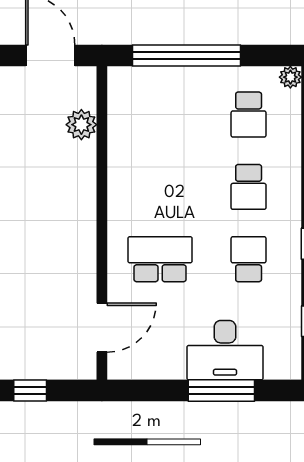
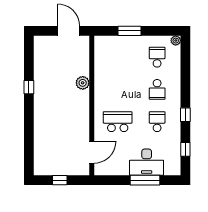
window: (187, 56) -> (129, 31), width x0.47
school desk: (249, 114) -> (157, 57), turned 180
plant: (81, 125) -> (83, 83), moved

